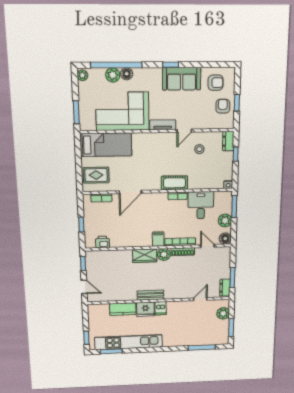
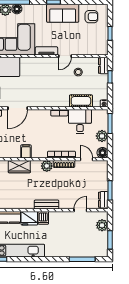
armchair: (223, 106) -> (98, 36), removed
cot: (174, 183) -> (81, 101), moved
filing cabinet: (158, 239) -> (26, 151), moved
wardrobe: (145, 256) -> (19, 167), moved
bench: (150, 295) -> (47, 205), moved

